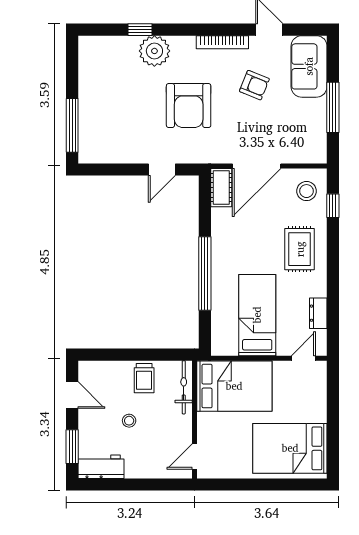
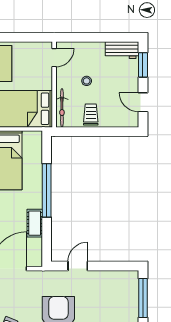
cot: (221, 188) -> (35, 223), moved
stool: (129, 421) -> (87, 81), moved

